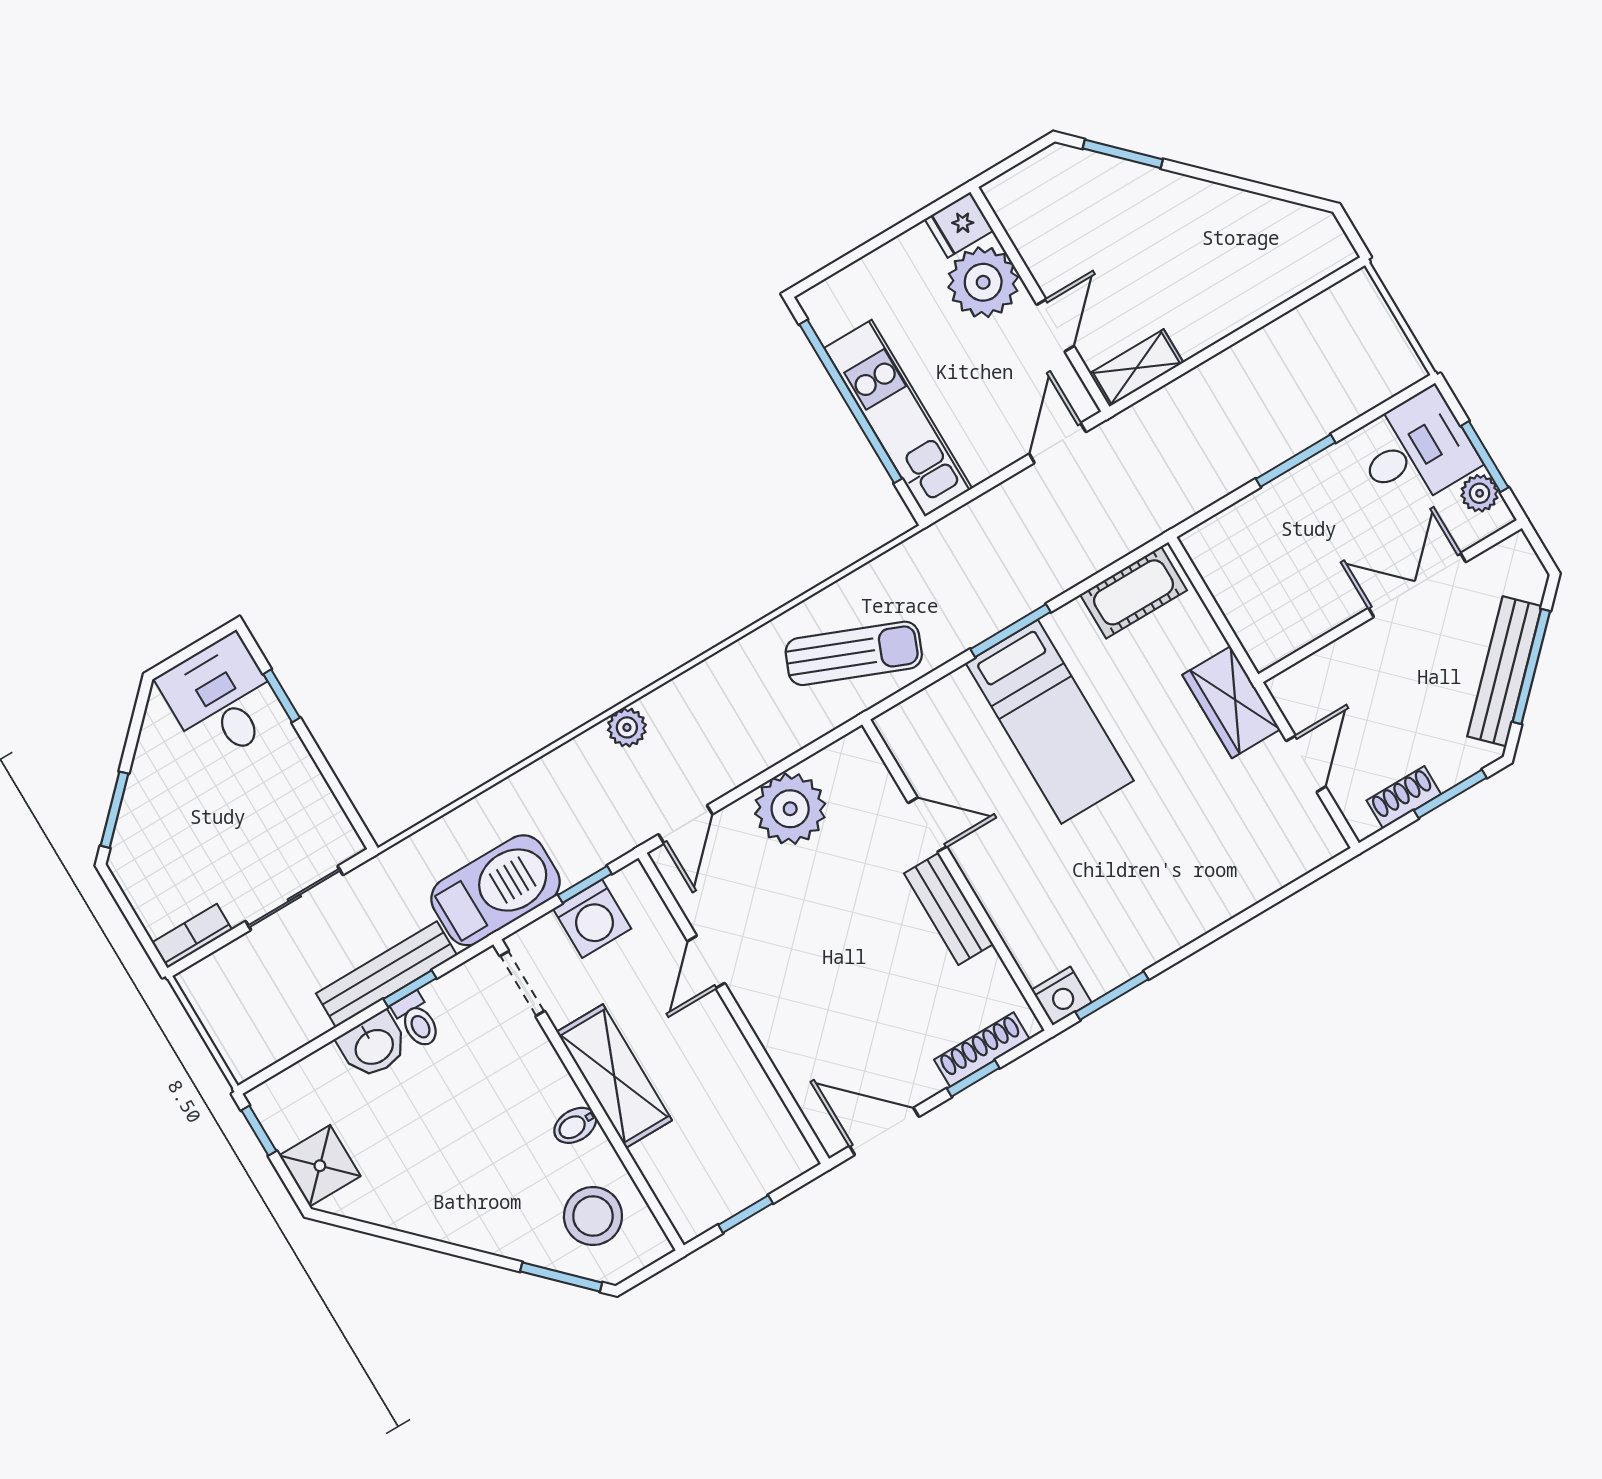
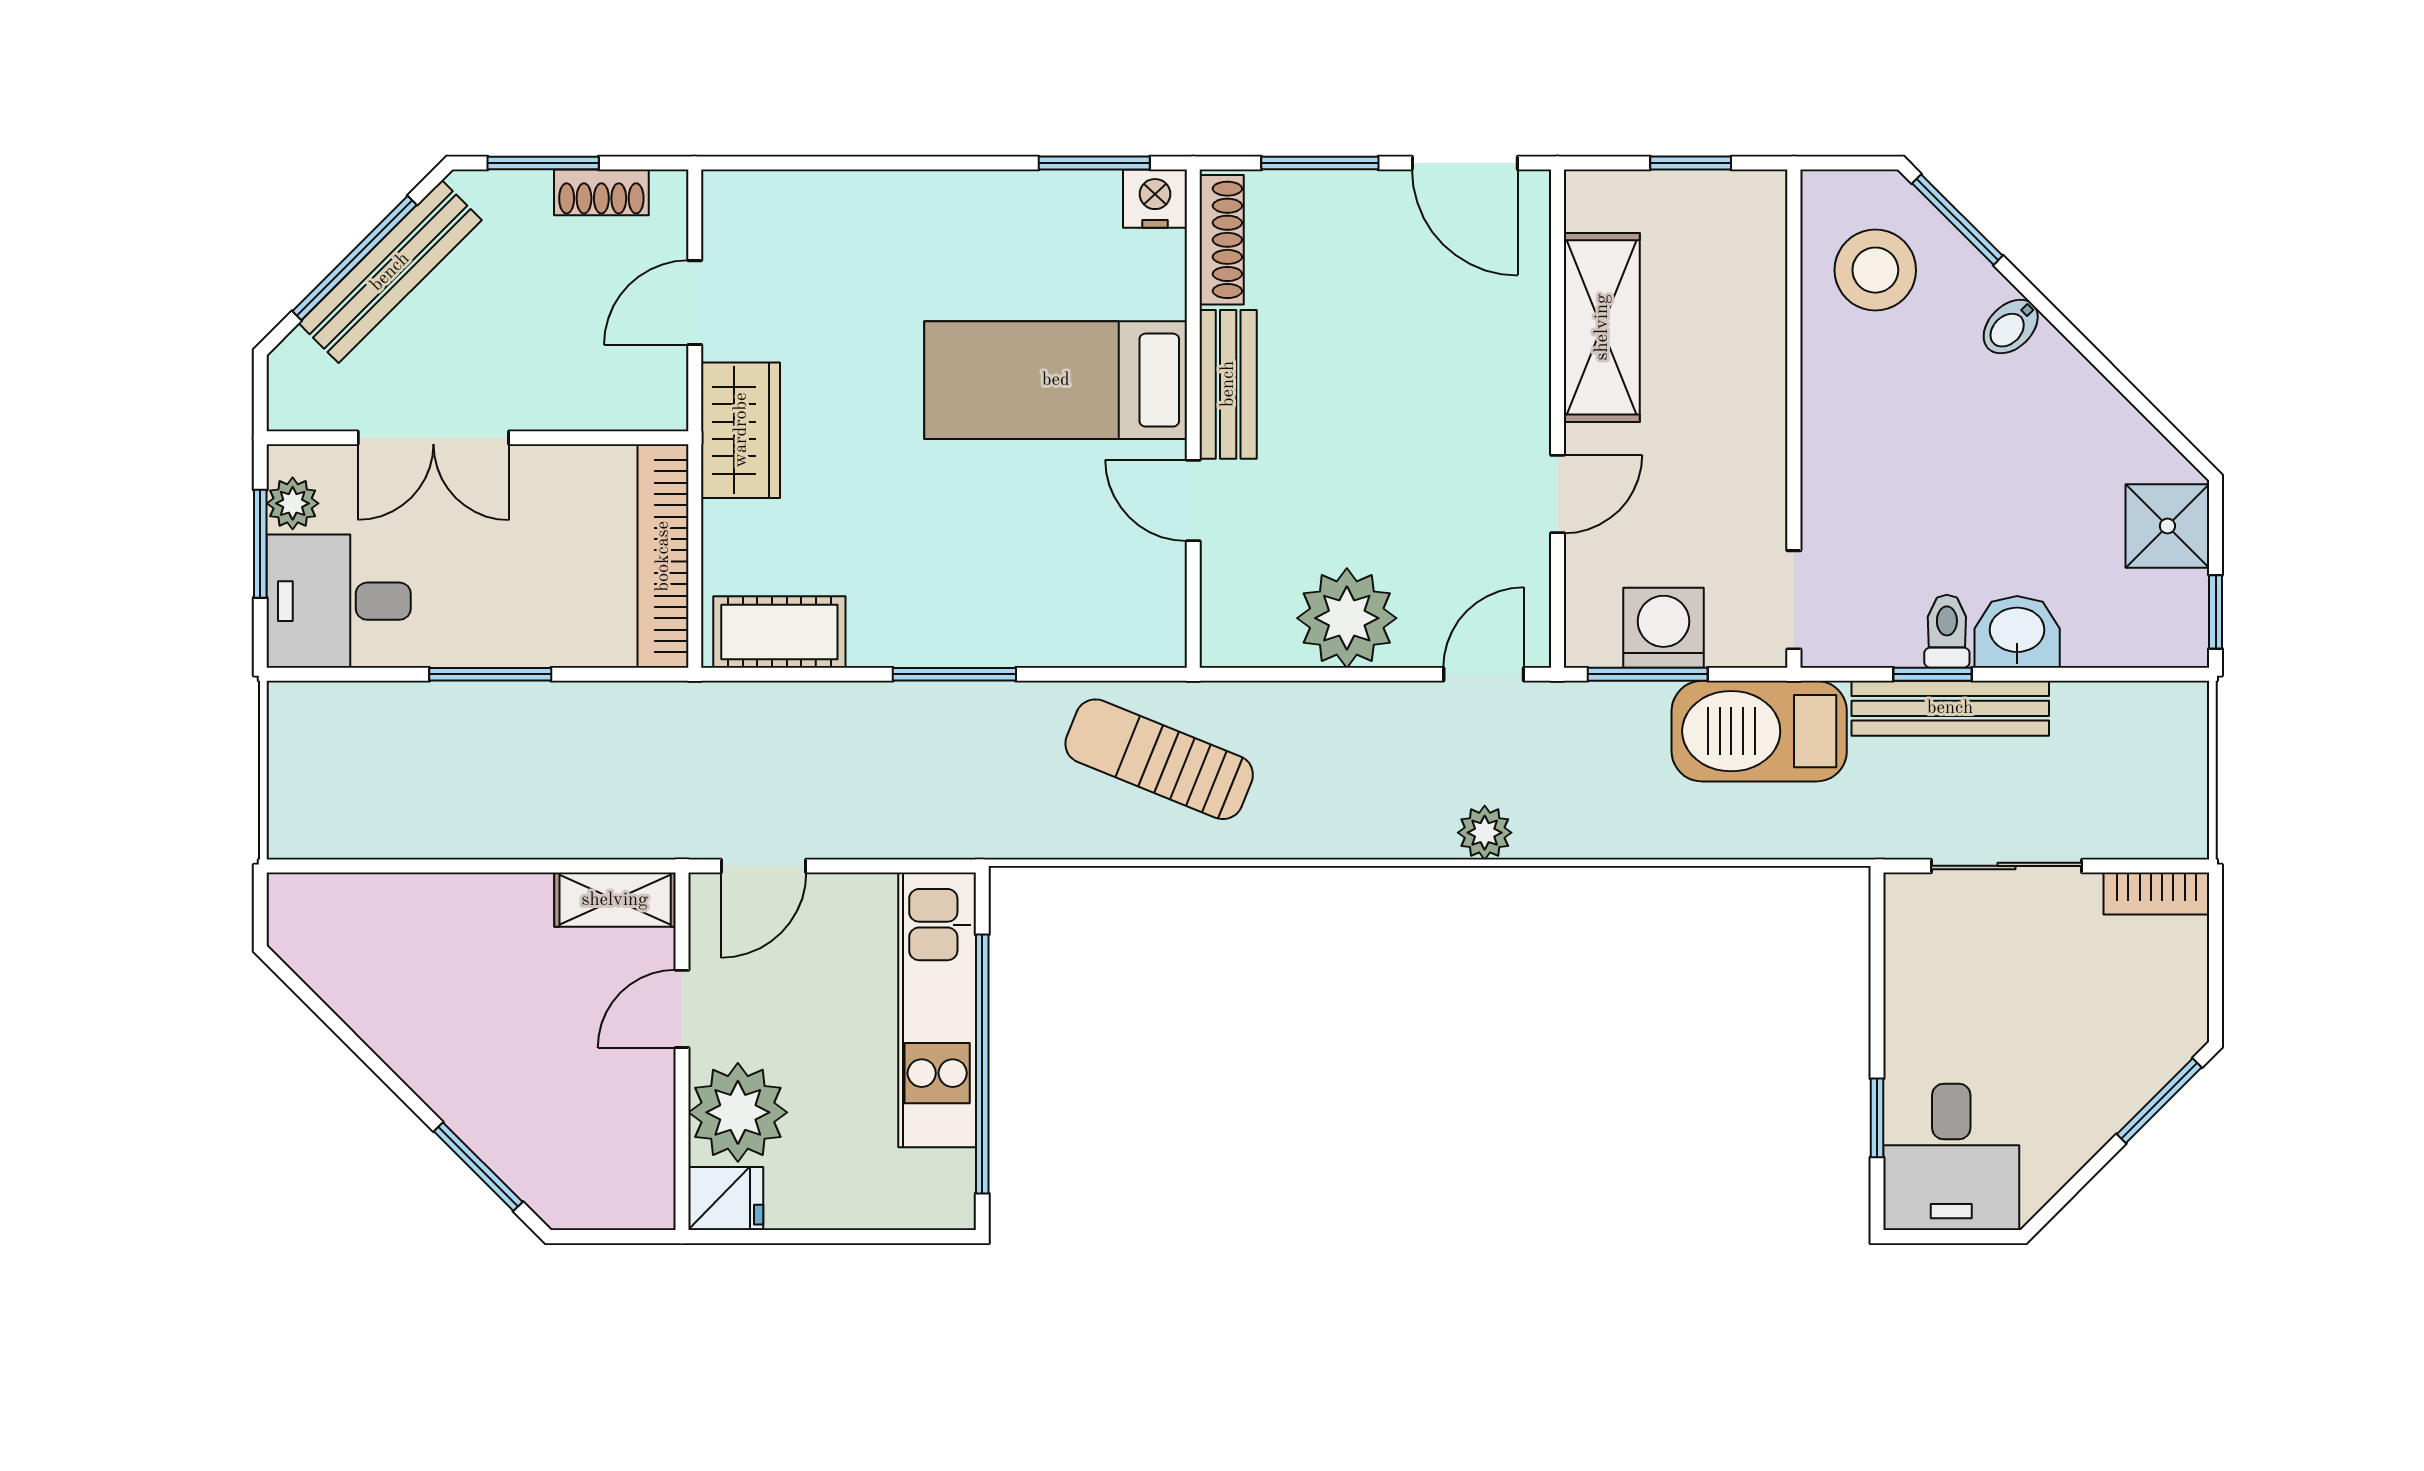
bookcase: (1233, 596) -> (663, 556), added
bed: (1050, 722) -> (1056, 380), moved, turned -90
window: (585, 884) -> (1648, 674), width x1.50
shoe rack: (982, 1049) -> (1222, 240), moved, turned -90
shelving: (614, 1076) -> (1602, 327), moved
window: (973, 1078) -> (1320, 163), width x1.50
bidet: (575, 1125) -> (2011, 327), moved, turned 135

